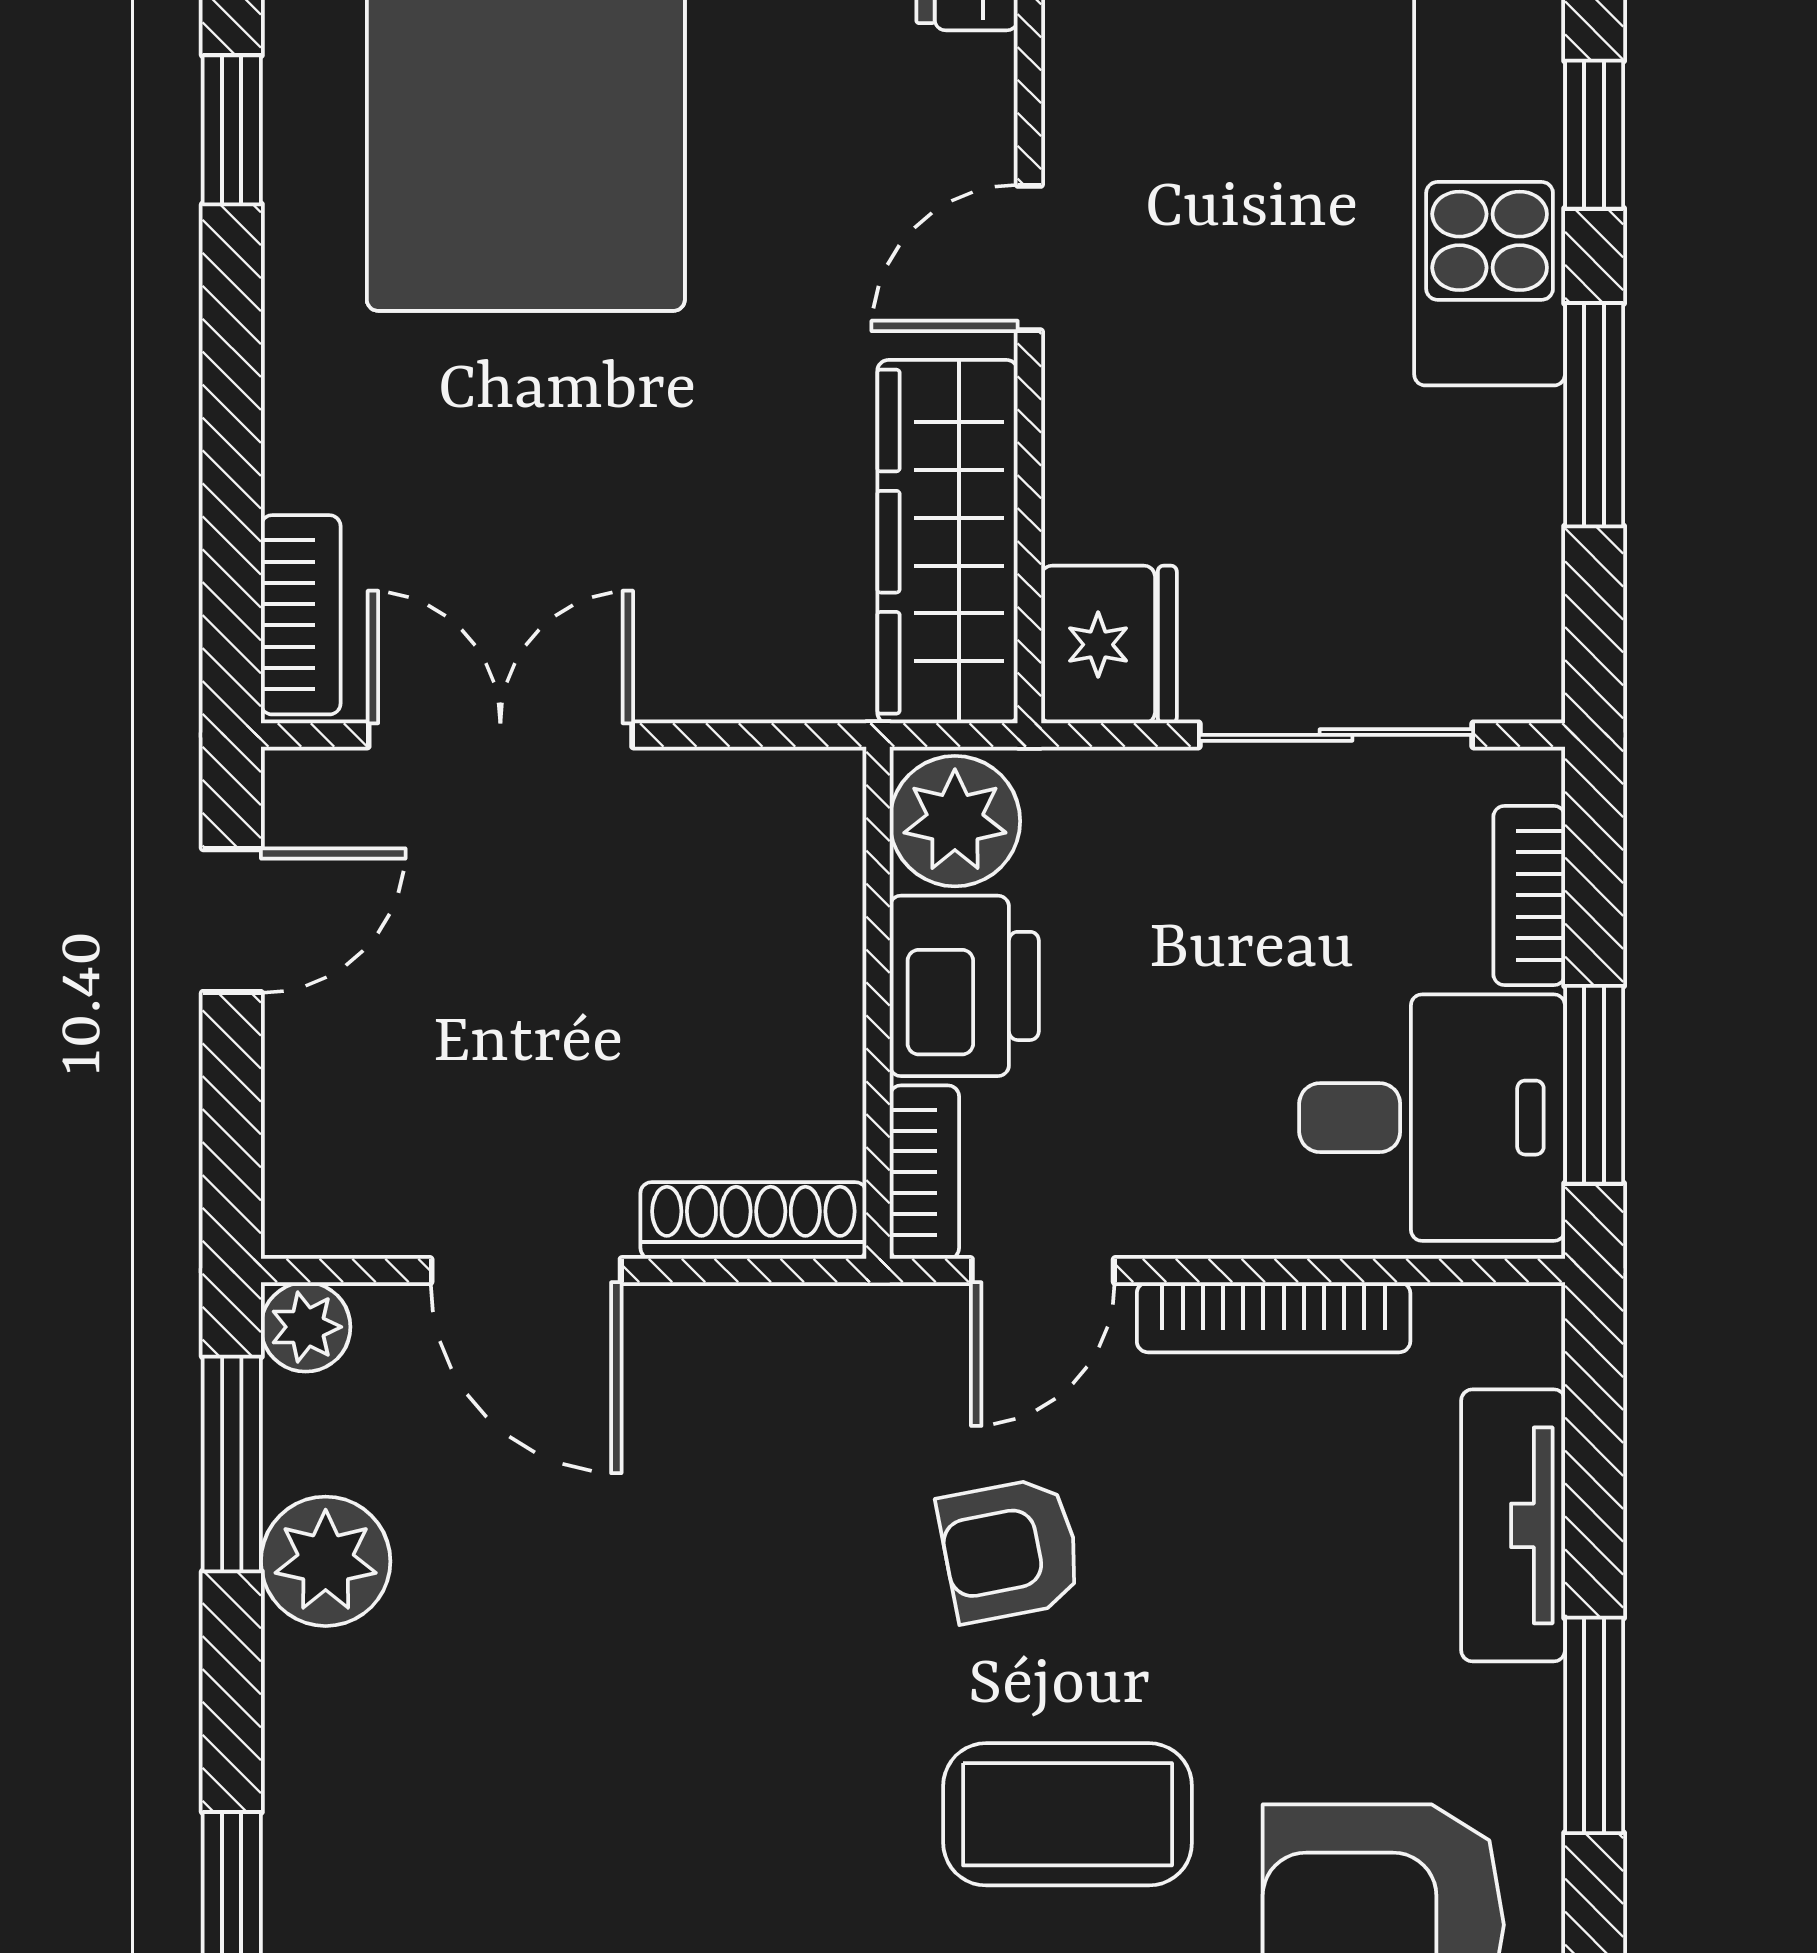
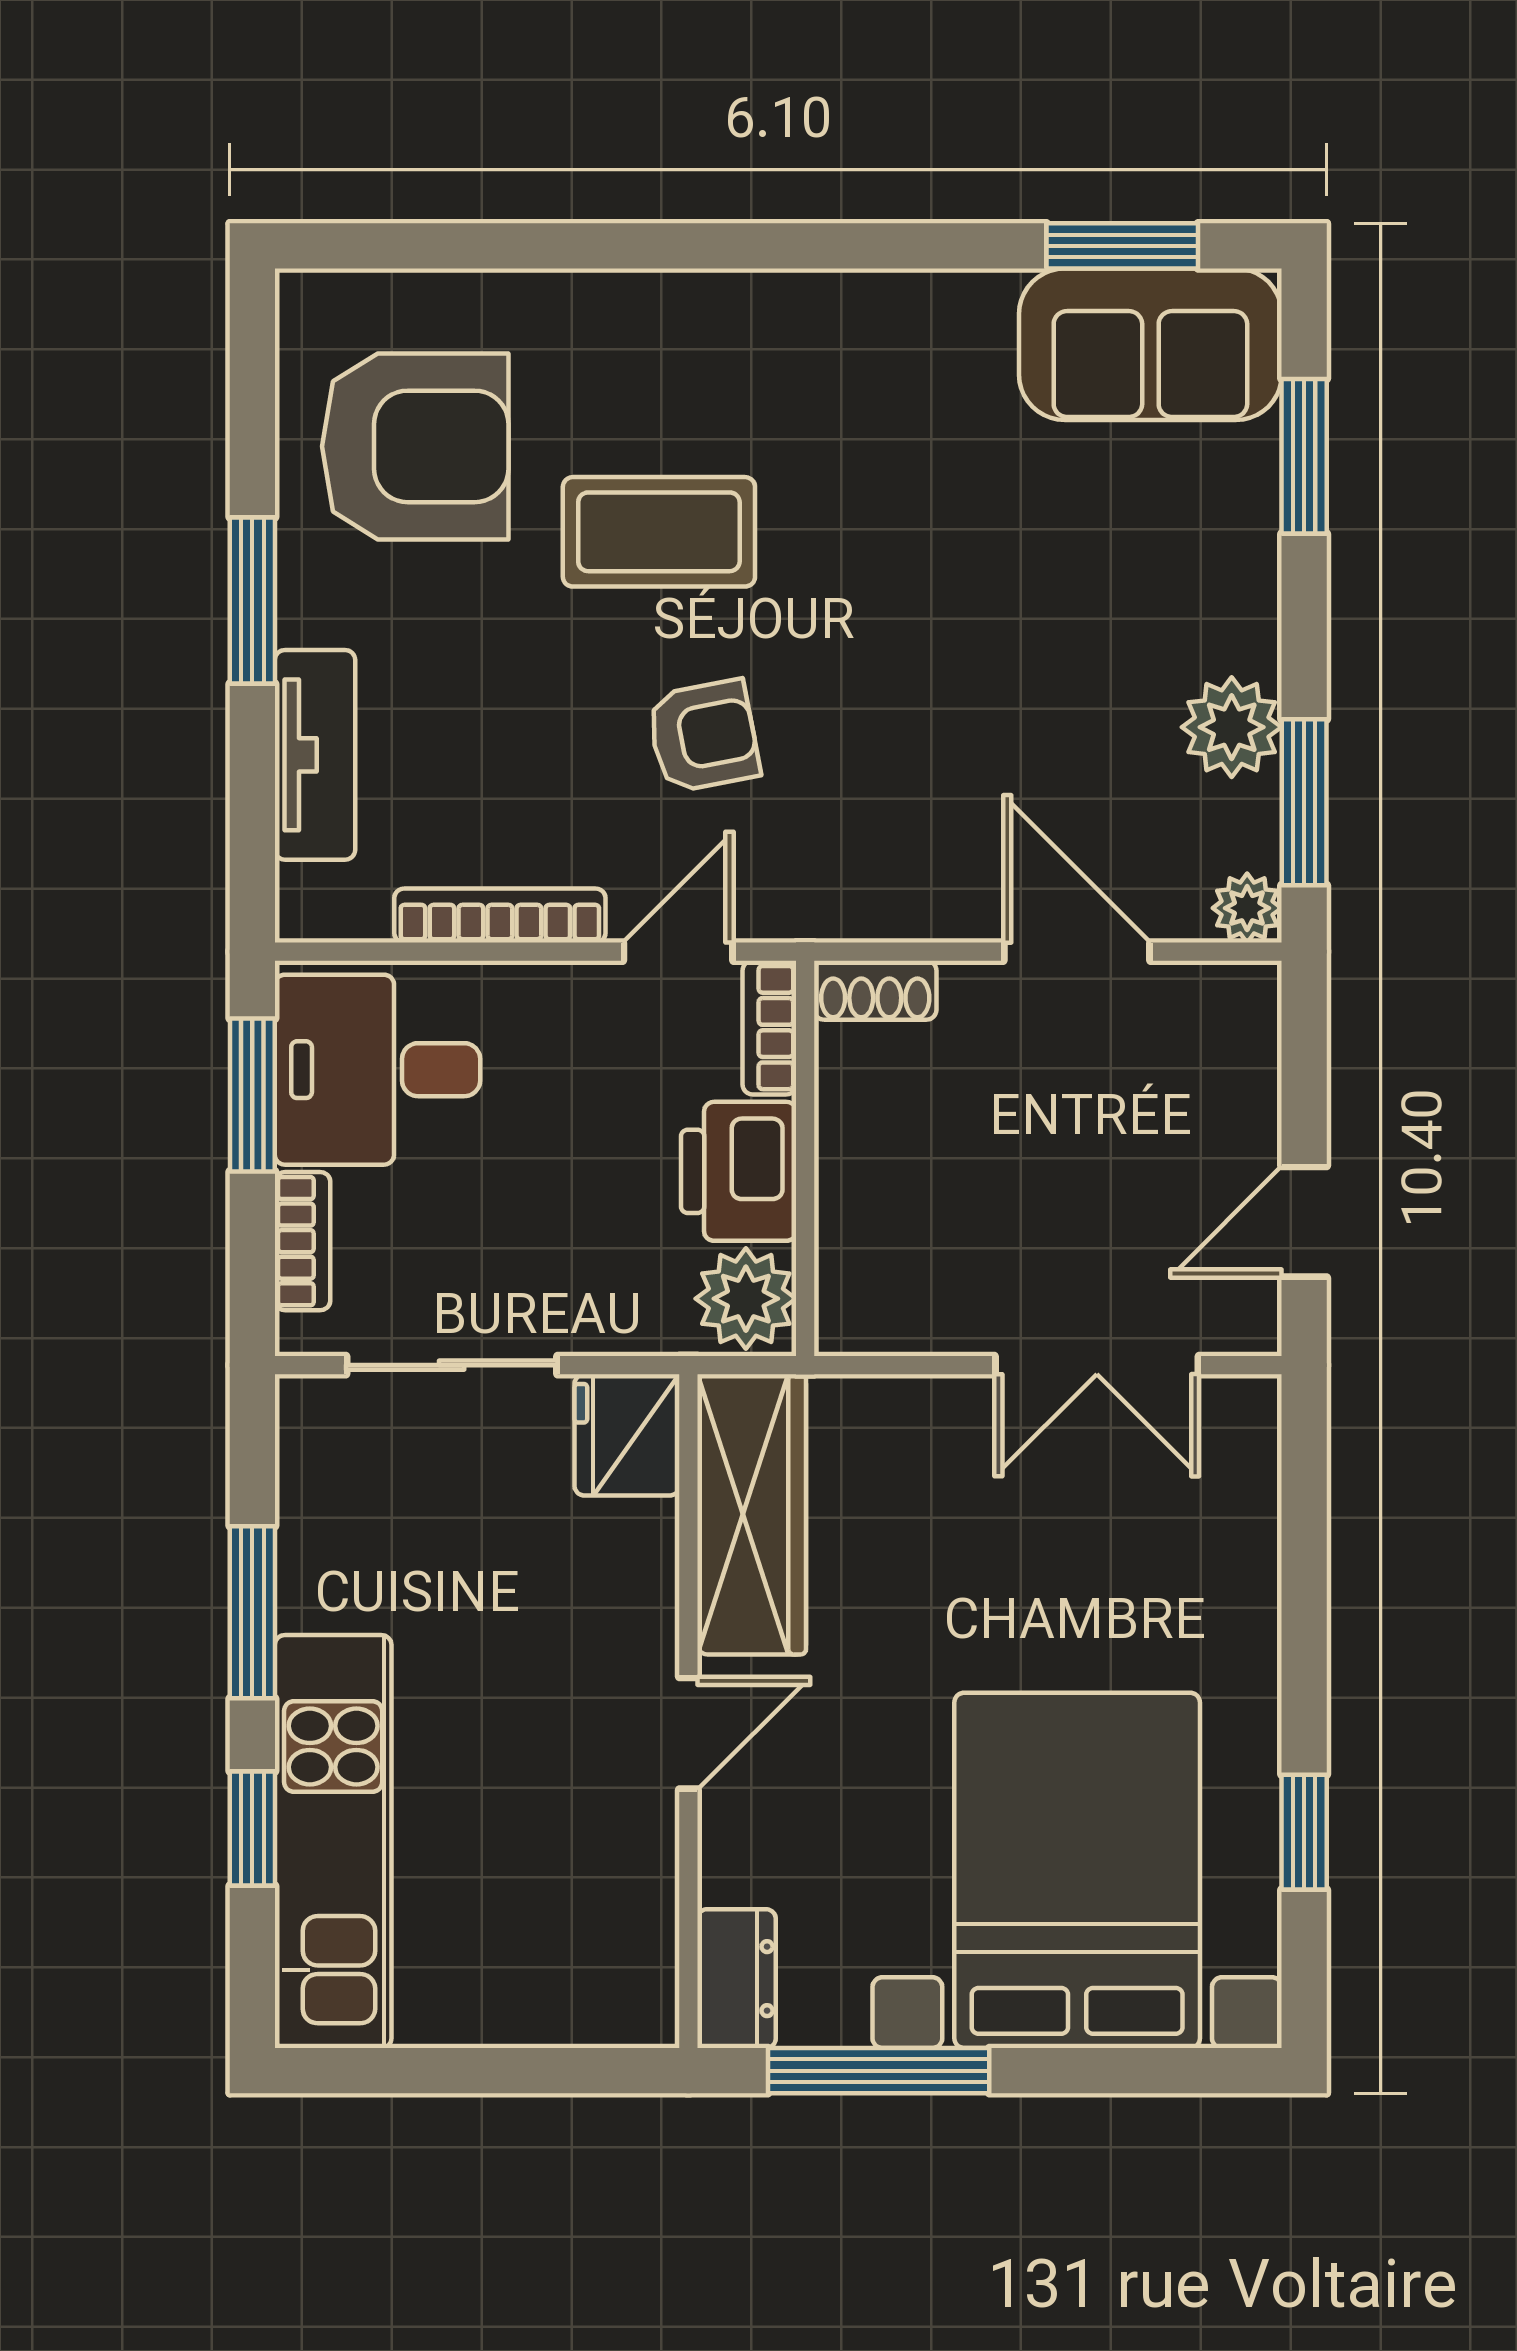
bookcase: (301, 615) -> (1251, 1458), removed
shoe rack: (753, 1221) -> (875, 990), width x0.70

